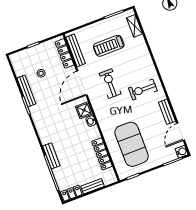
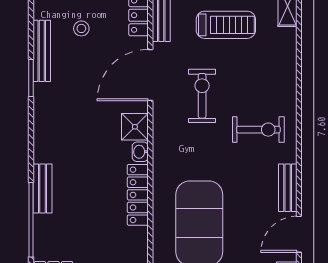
treadmill: (109, 46) -> (226, 25), turned 180
exercise bike: (143, 89) -> (258, 130), turned 180
locker: (102, 154) -> (138, 195), moved

